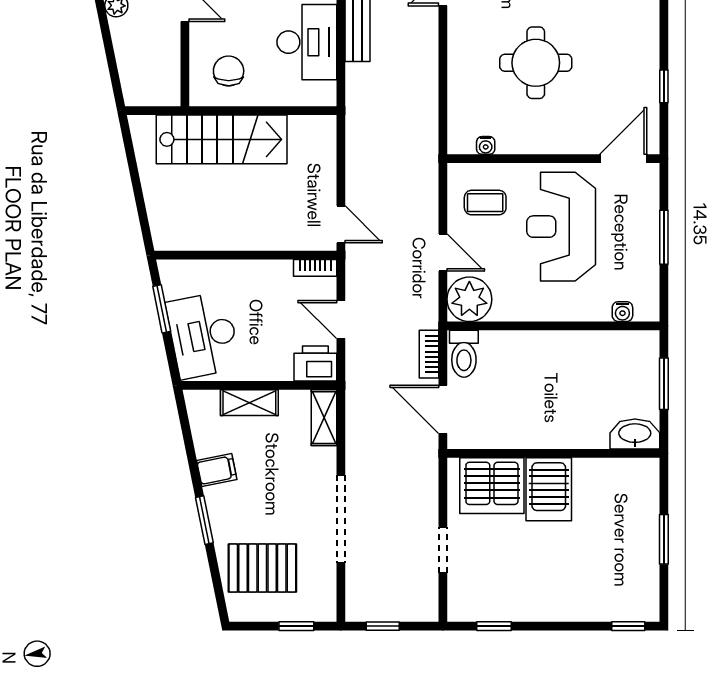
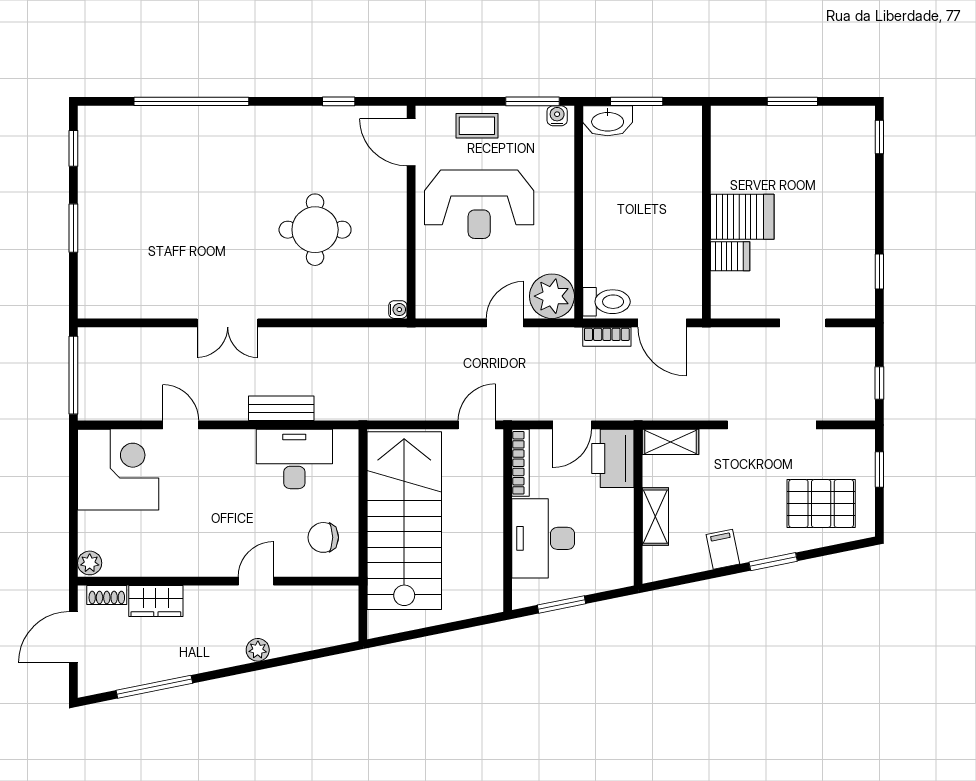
stairs: (222, 139) -> (404, 521), width x1.36, depth x1.51
water cooler: (486, 145) -> (398, 310), moved
coffee table: (485, 203) -> (477, 126), moved, turned 90
window: (664, 237) -> (533, 101), moved
bookcase: (315, 268) -> (520, 463), width x1.56
water cooler: (622, 312) -> (557, 116), moved, turned -90
desk: (203, 335) -> (543, 538), moved, turned 101
printer: (315, 364) -> (613, 458), width x1.37, depth x1.19
door: (443, 409) -> (662, 323), hinge flipped
washbasin: (635, 434) -> (608, 121), moved, turned -90
server rack: (492, 486) -> (730, 256), width x0.46, depth x0.70
pallet: (262, 568) -> (821, 504), turned 90

